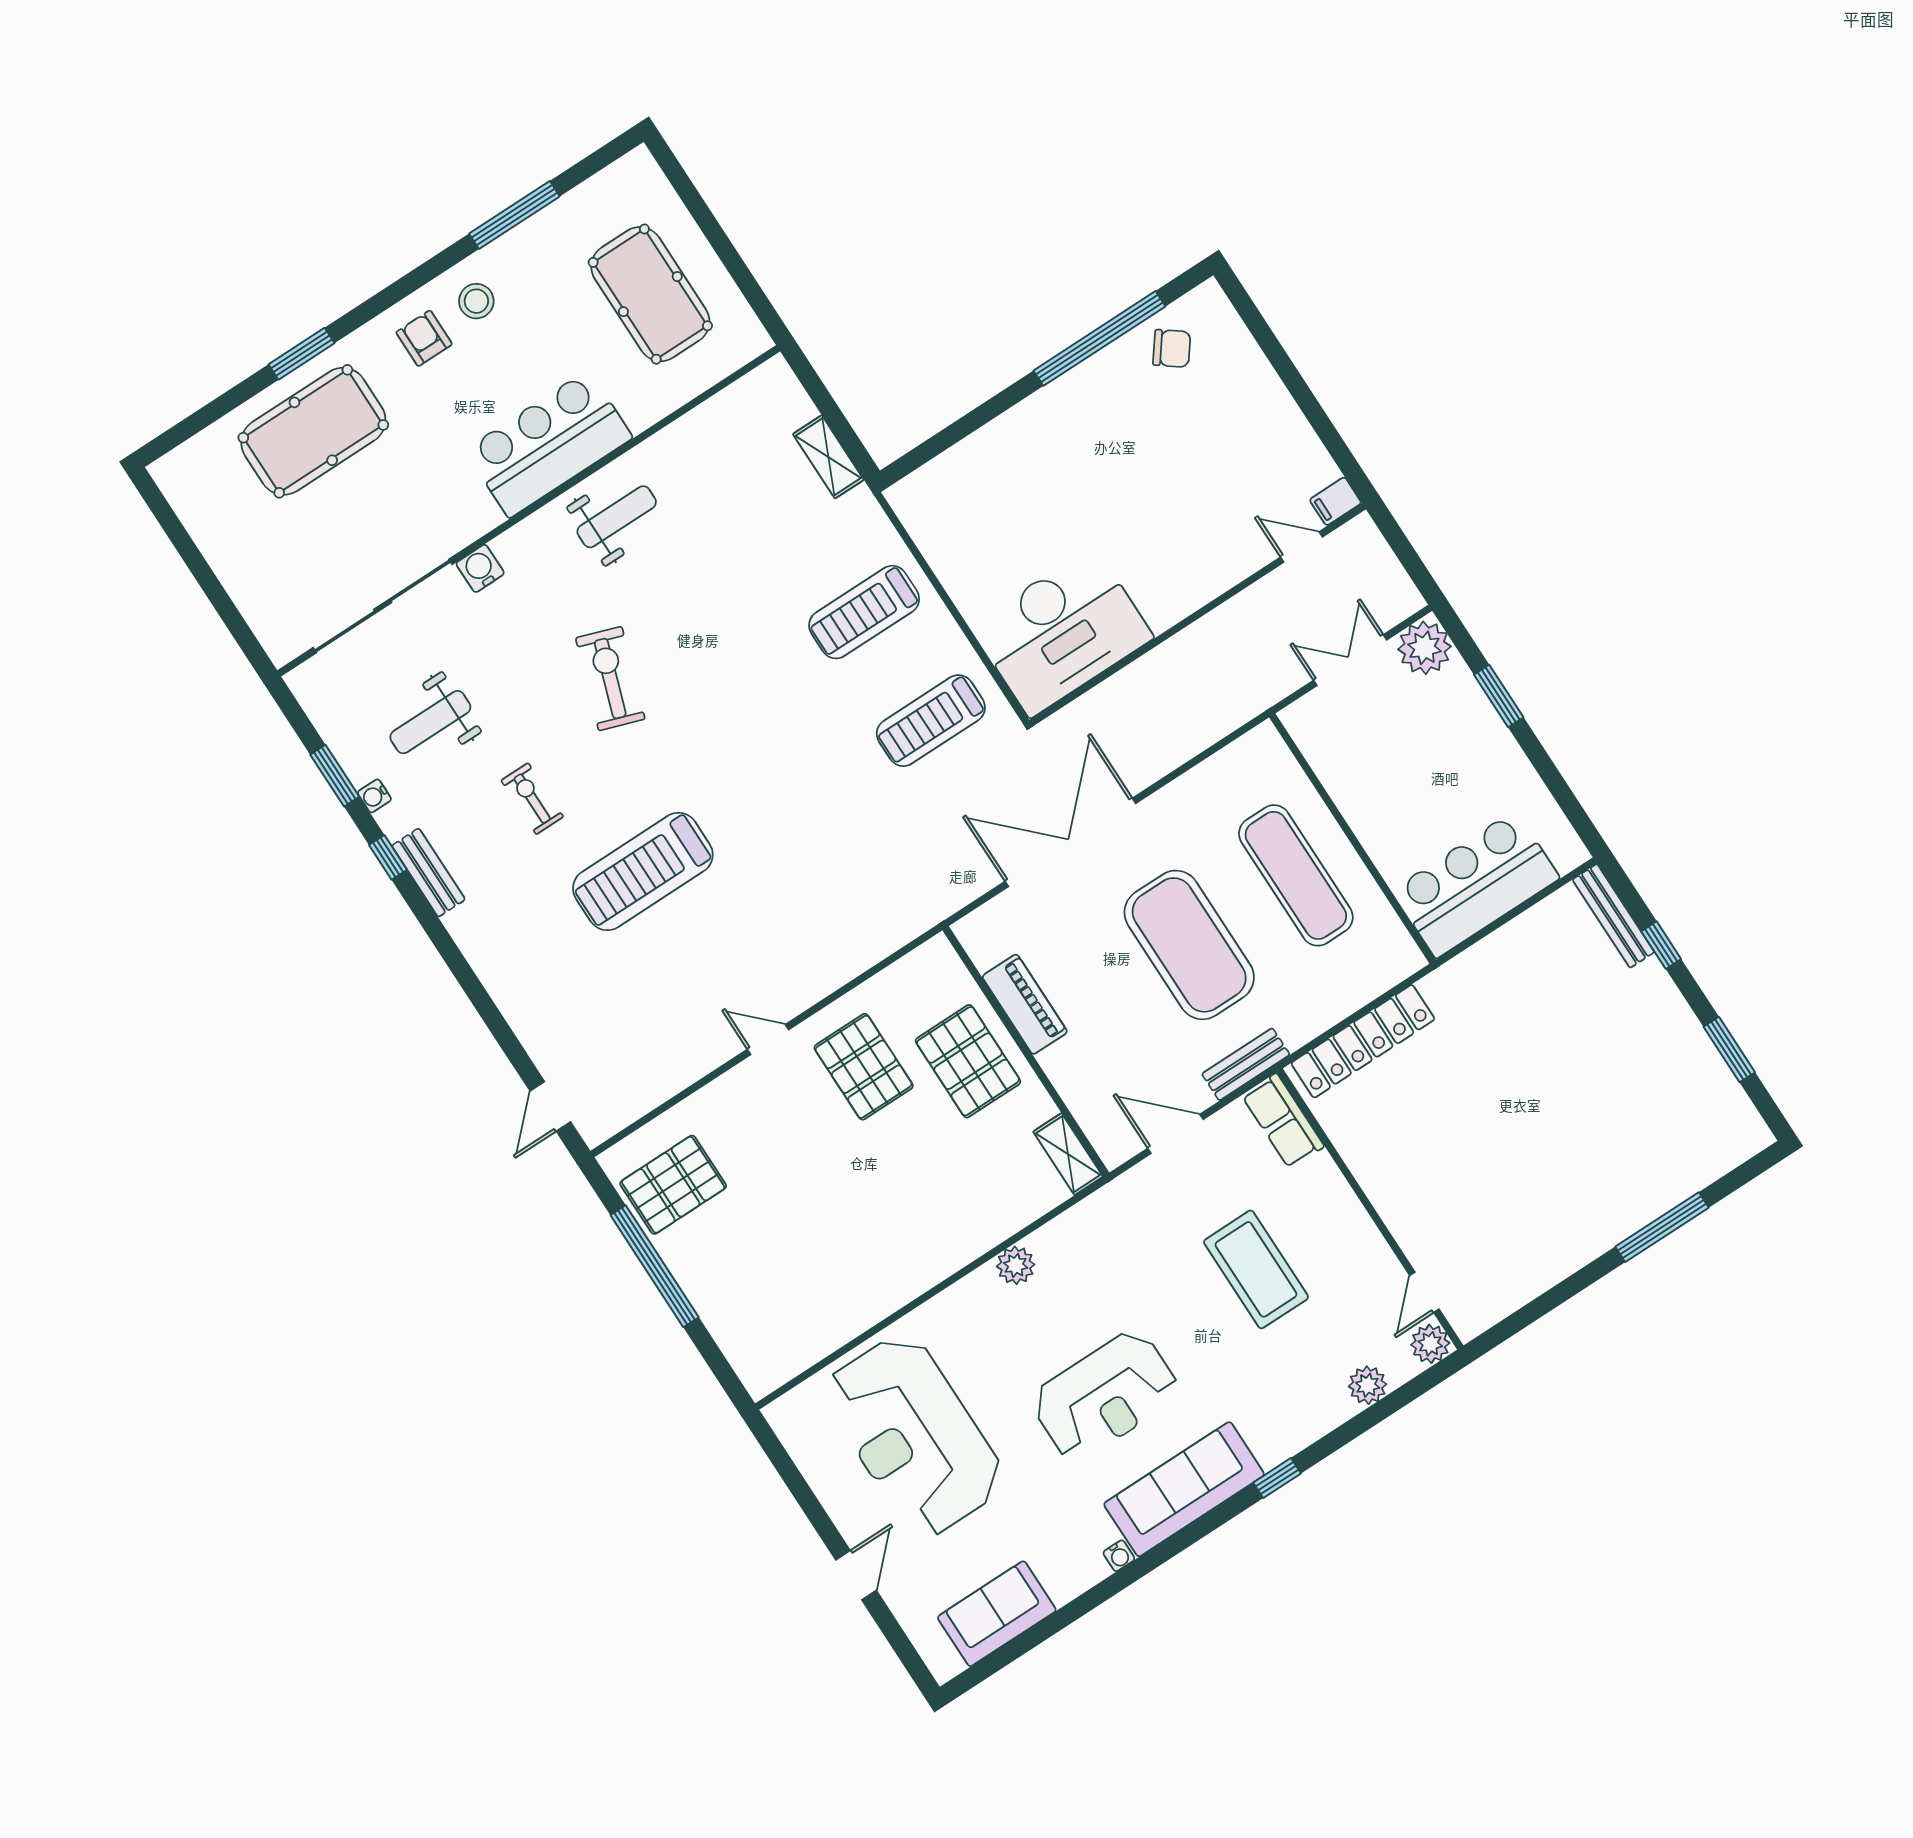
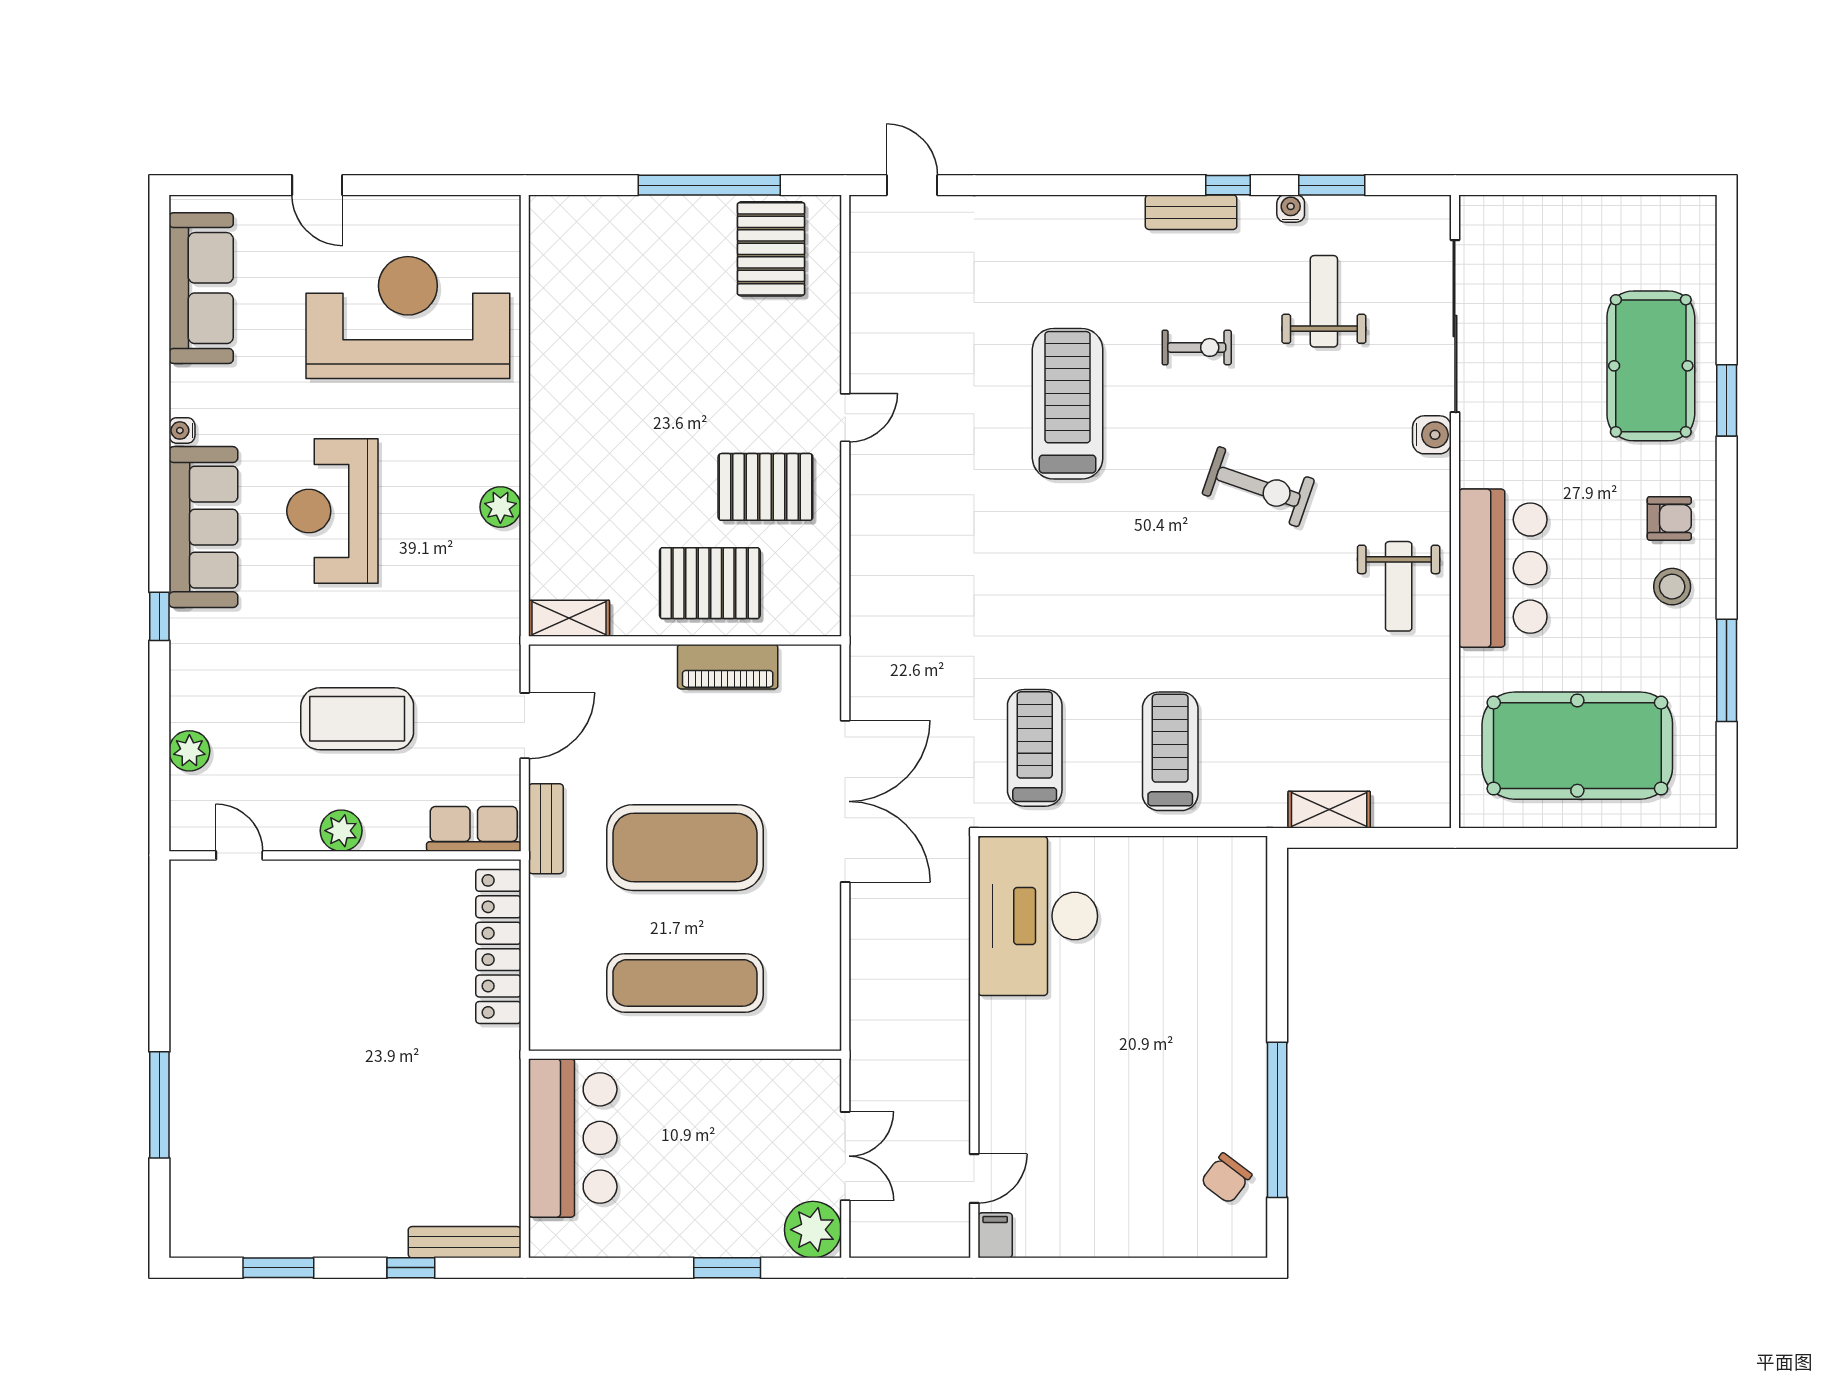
pool table: (650, 294) -> (1577, 746), width x1.36, depth x1.32
plant: (1430, 1344) -> (341, 831), moved
sofa: (997, 1614) -> (201, 288), width x1.36

